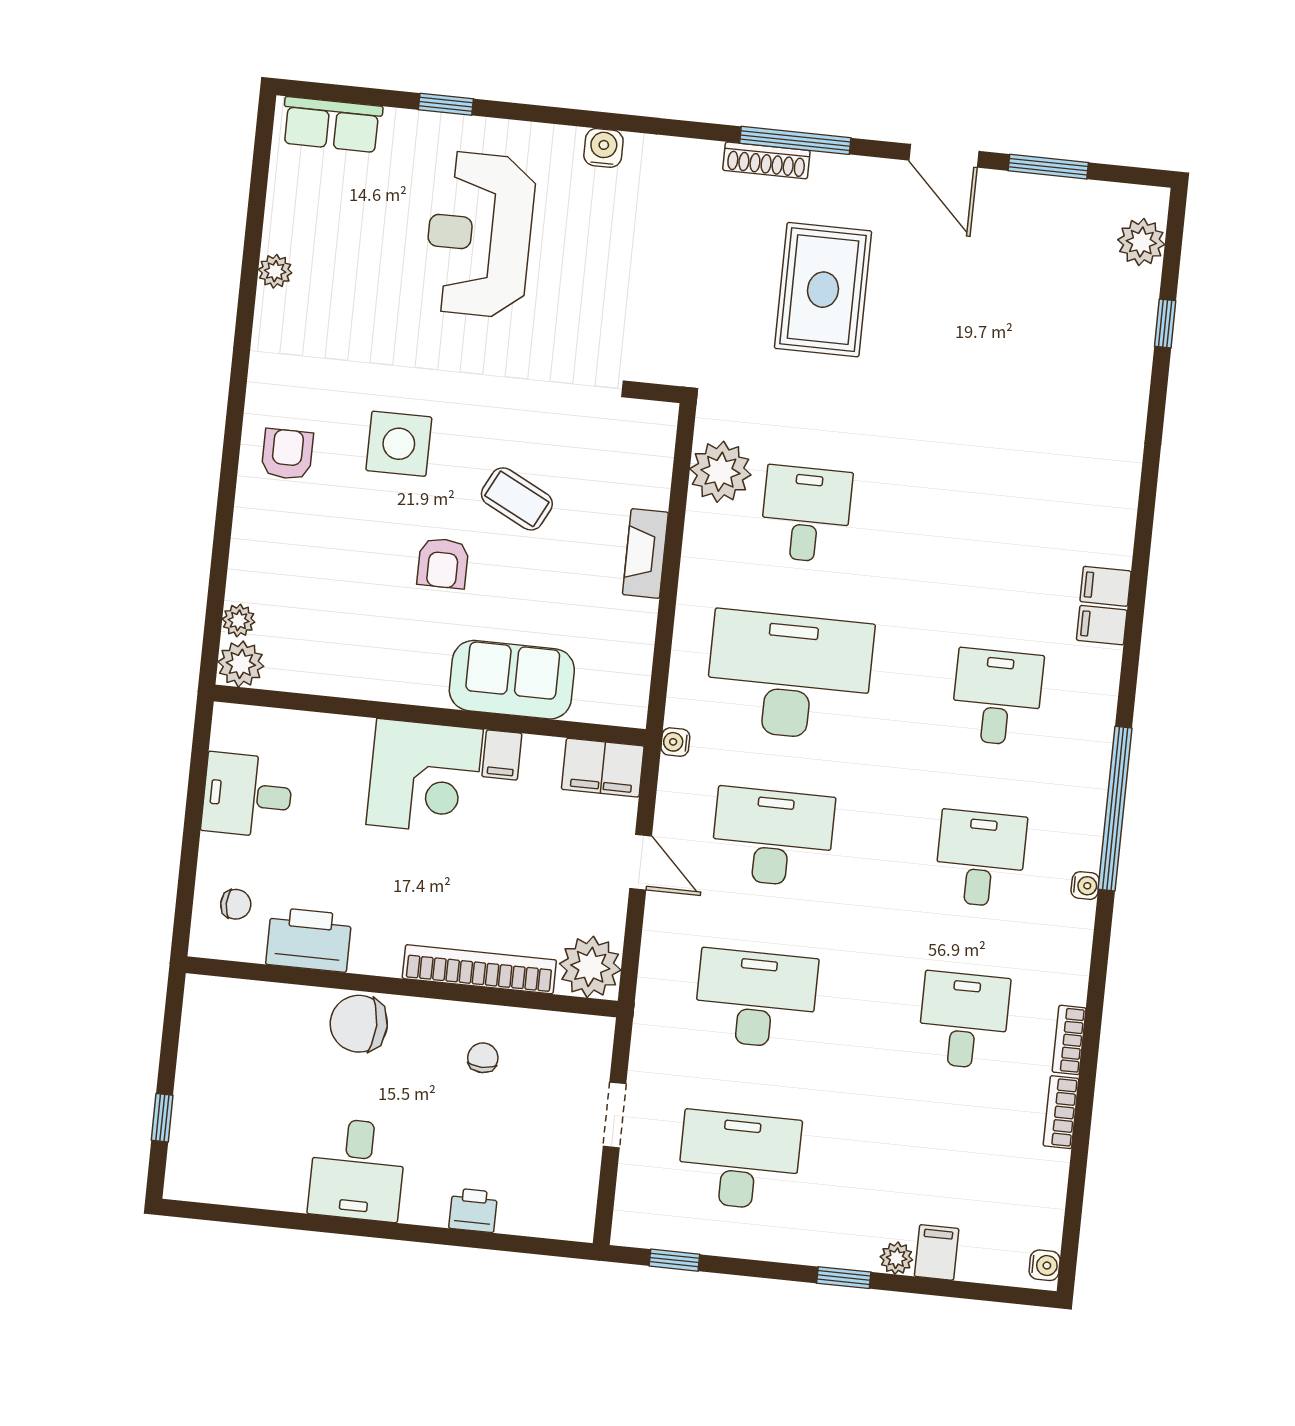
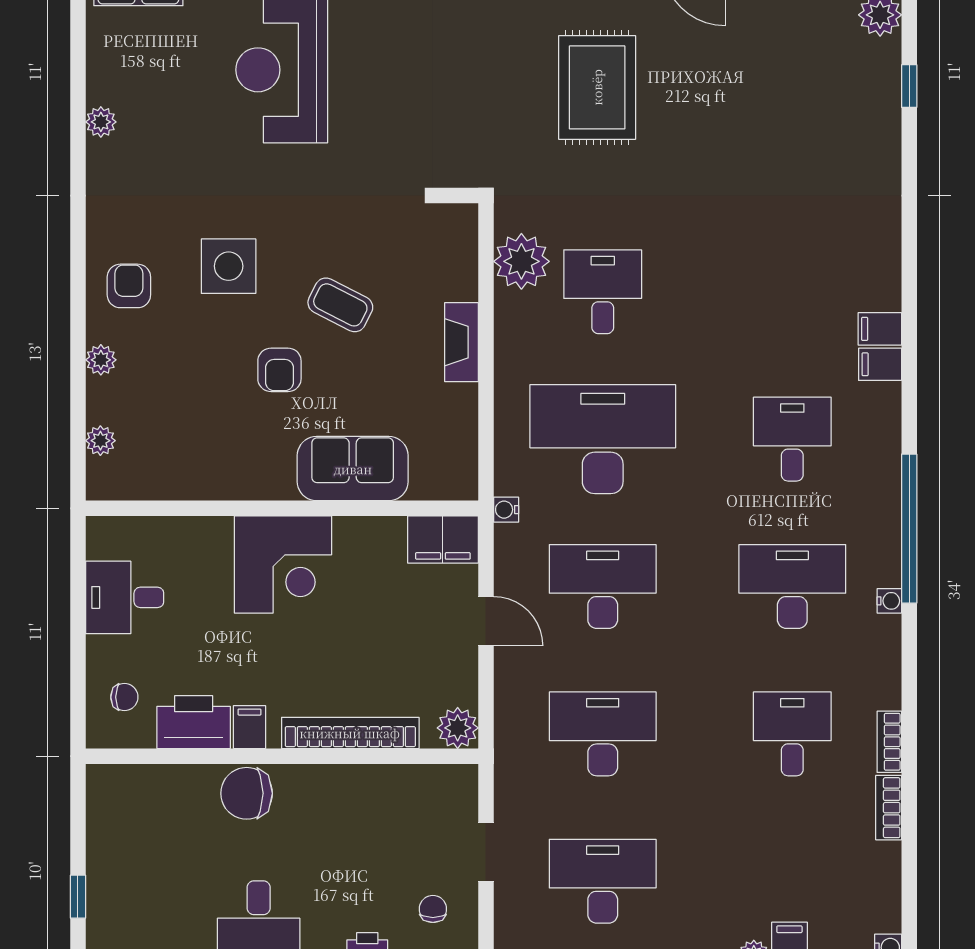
plant: (241, 664) -> (101, 360), moved, width x0.73, depth x0.73
filing cabinet: (502, 755) -> (249, 727), moved, turned 180
desk: (980, 859) -> (792, 586), width x1.37
plant: (590, 967) -> (458, 728), width x0.73, depth x0.73
chair: (483, 1058) -> (433, 909), moved

